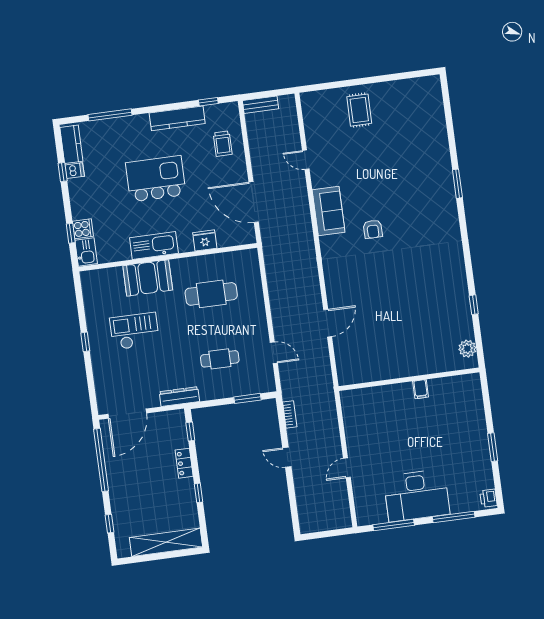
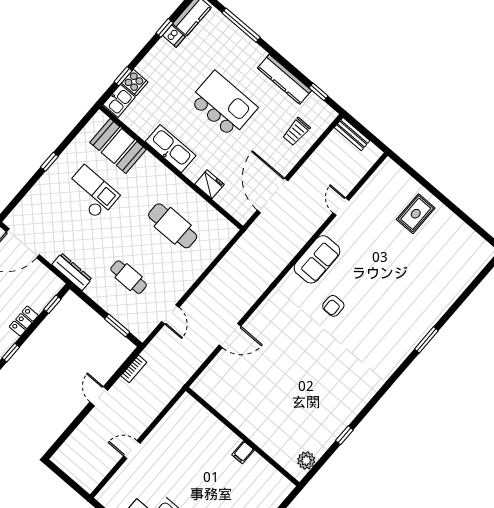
booth: (148, 278) -> (118, 146), moved

